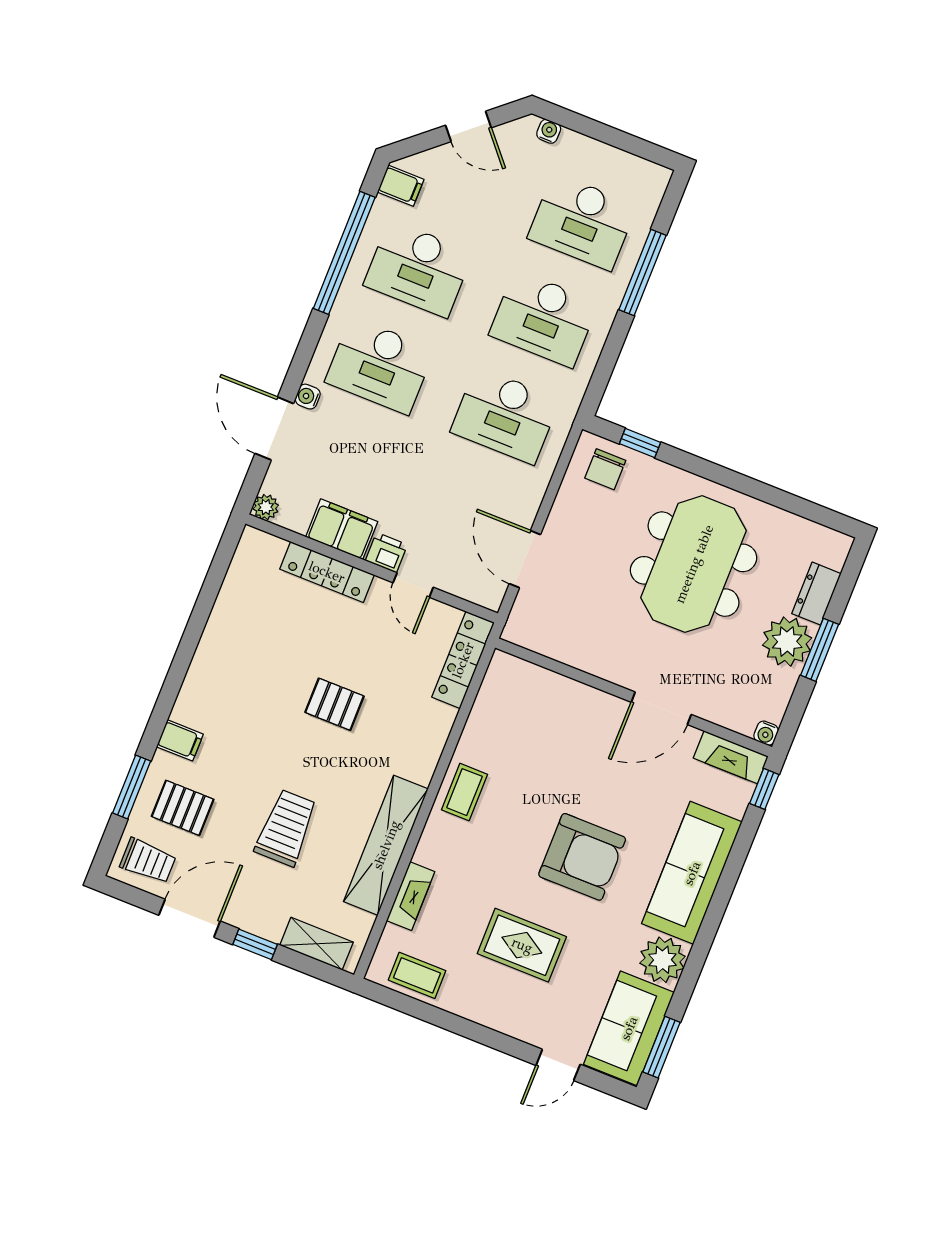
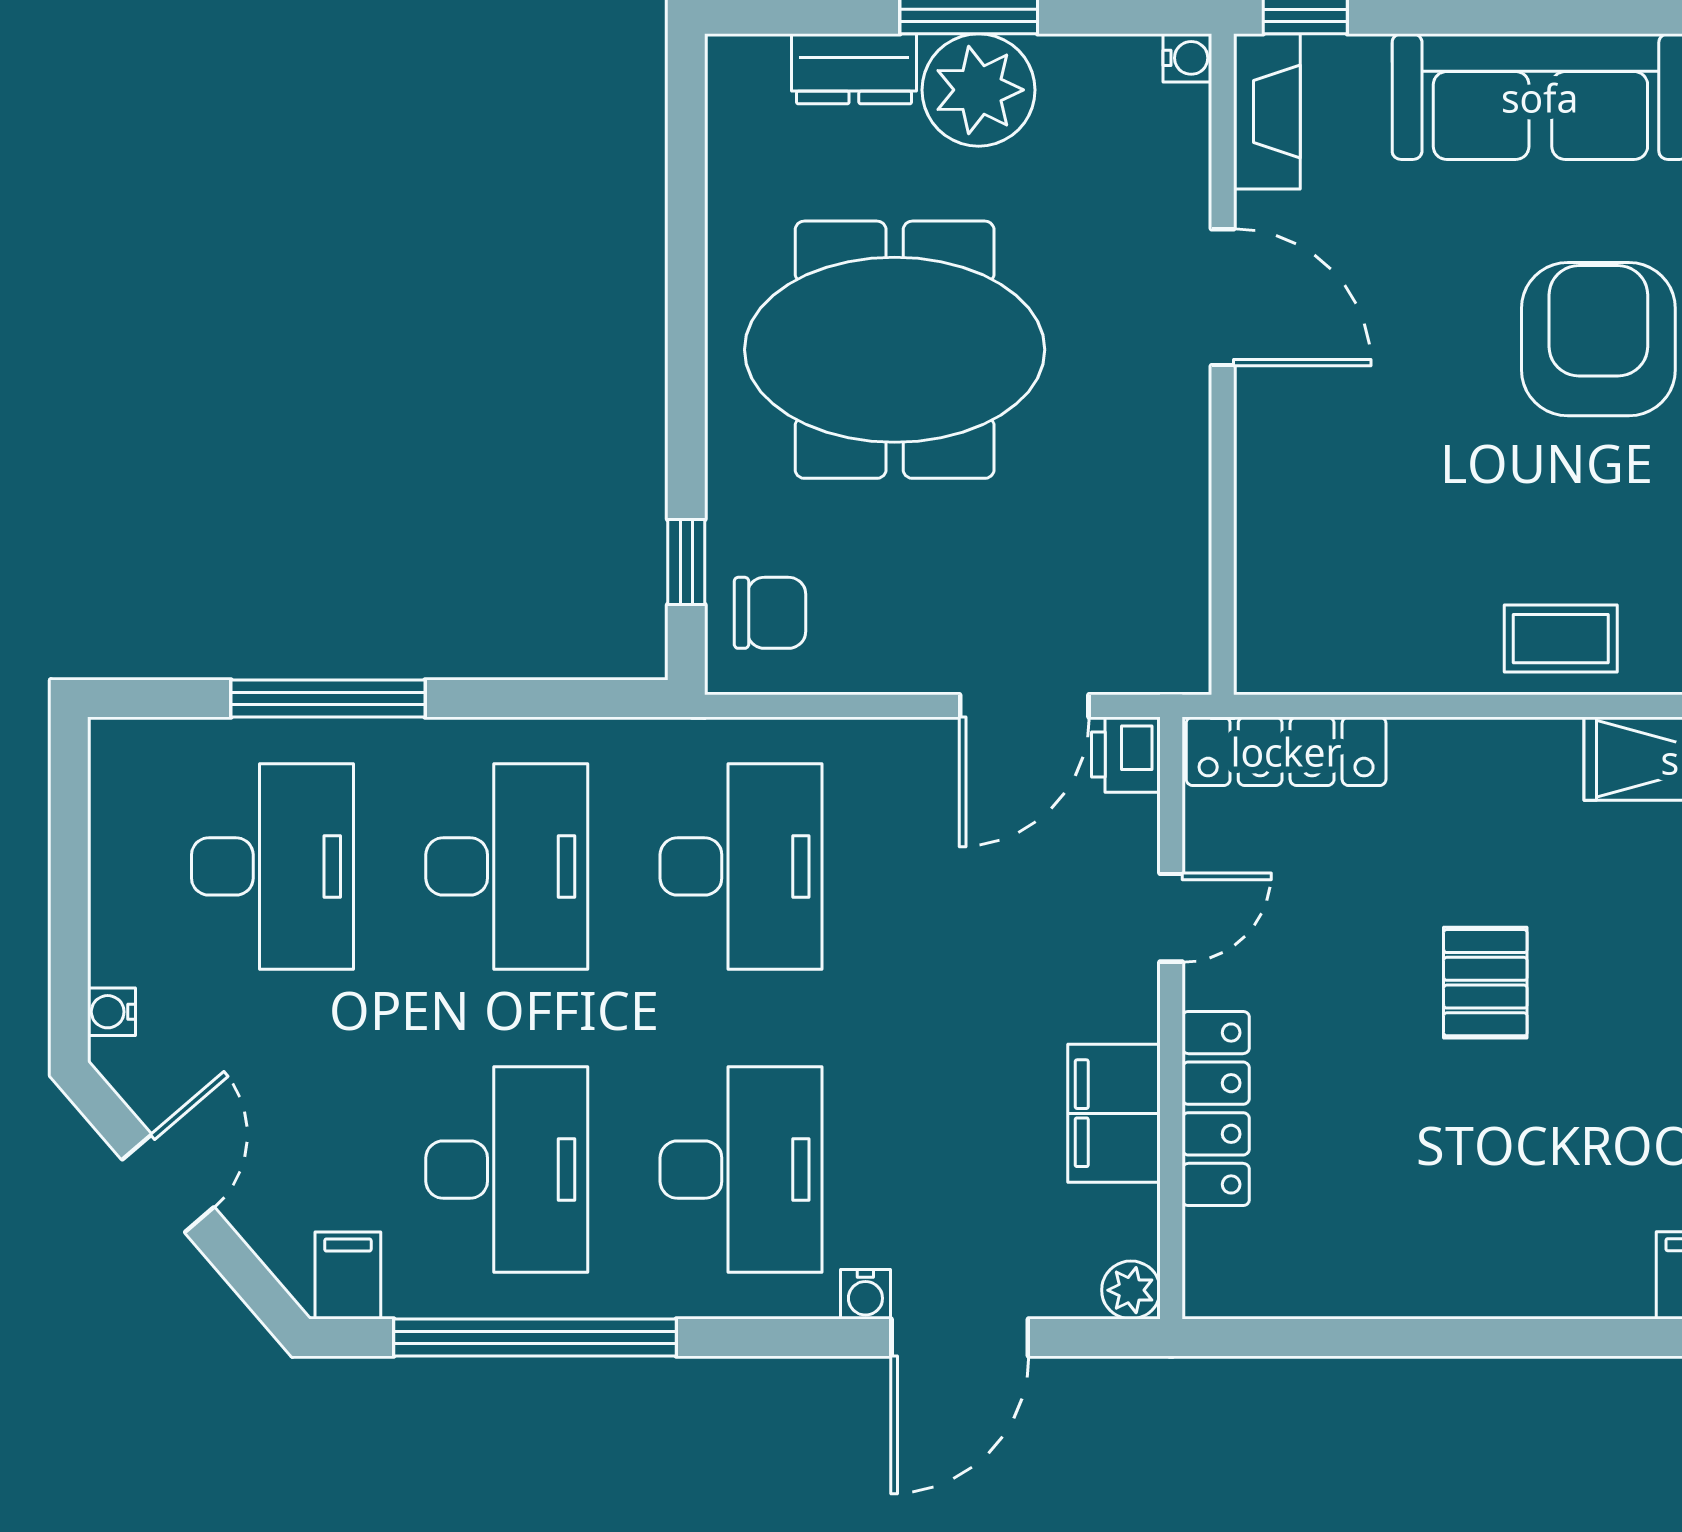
printer: (386, 553) -> (1126, 755), moved

